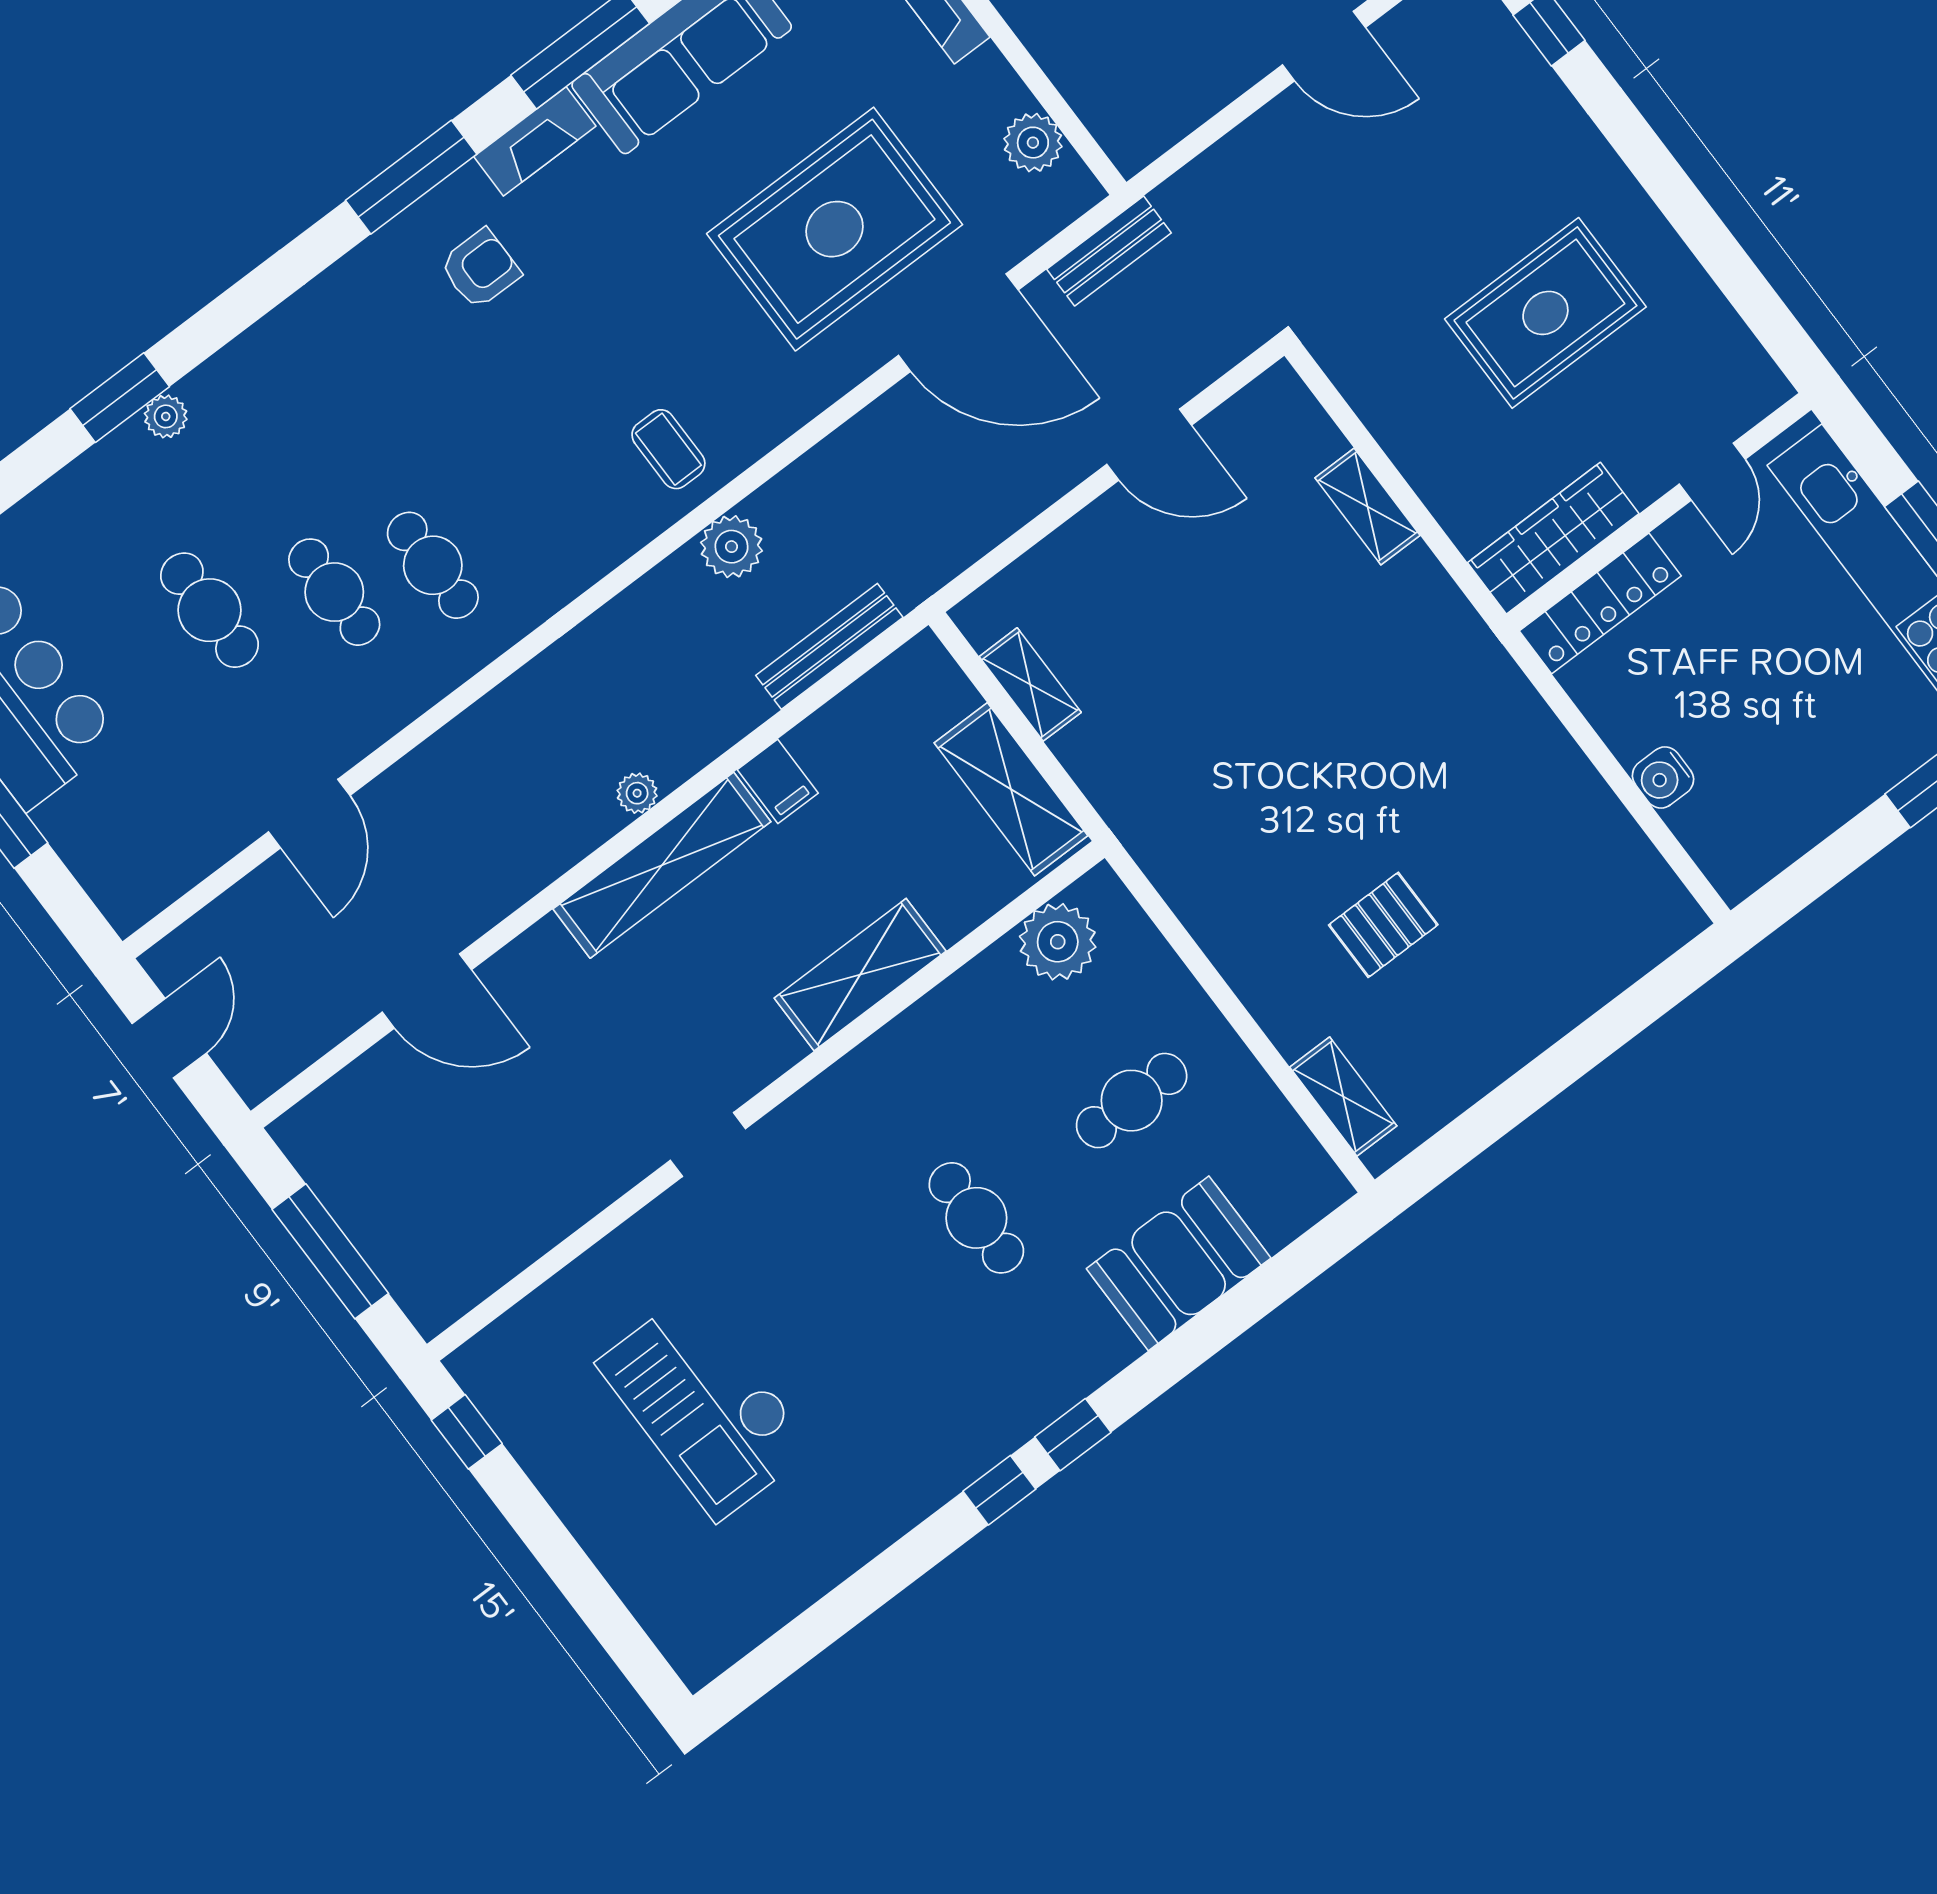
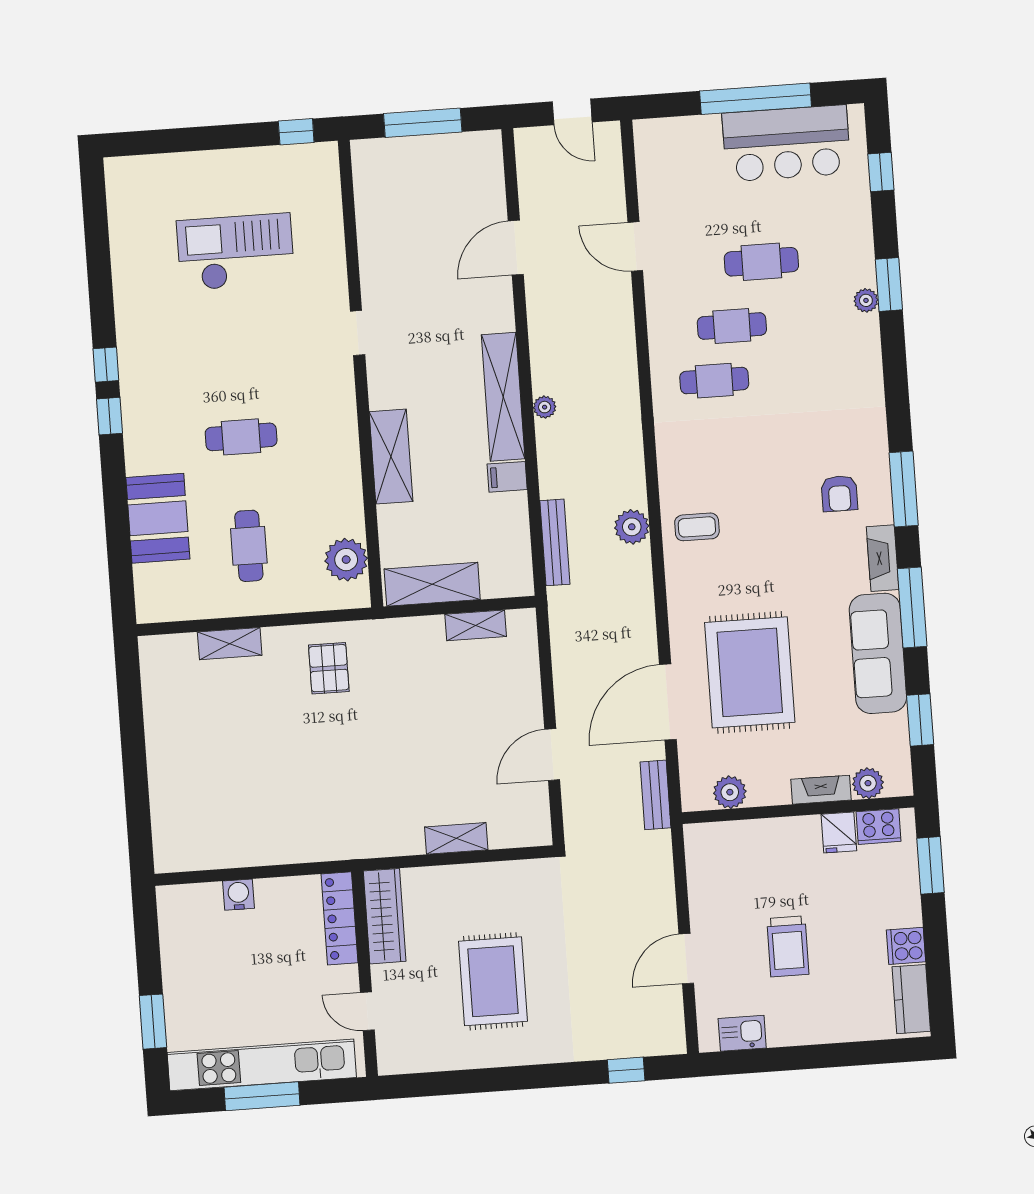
pallet: (1383, 925) -> (329, 668), moved
shelving: (1343, 1097) -> (230, 644), moved

